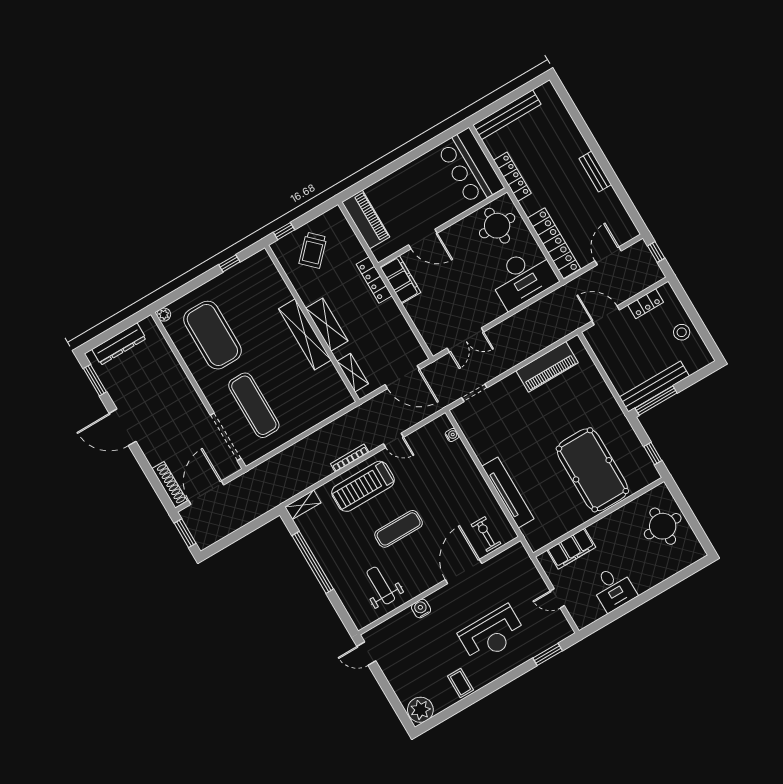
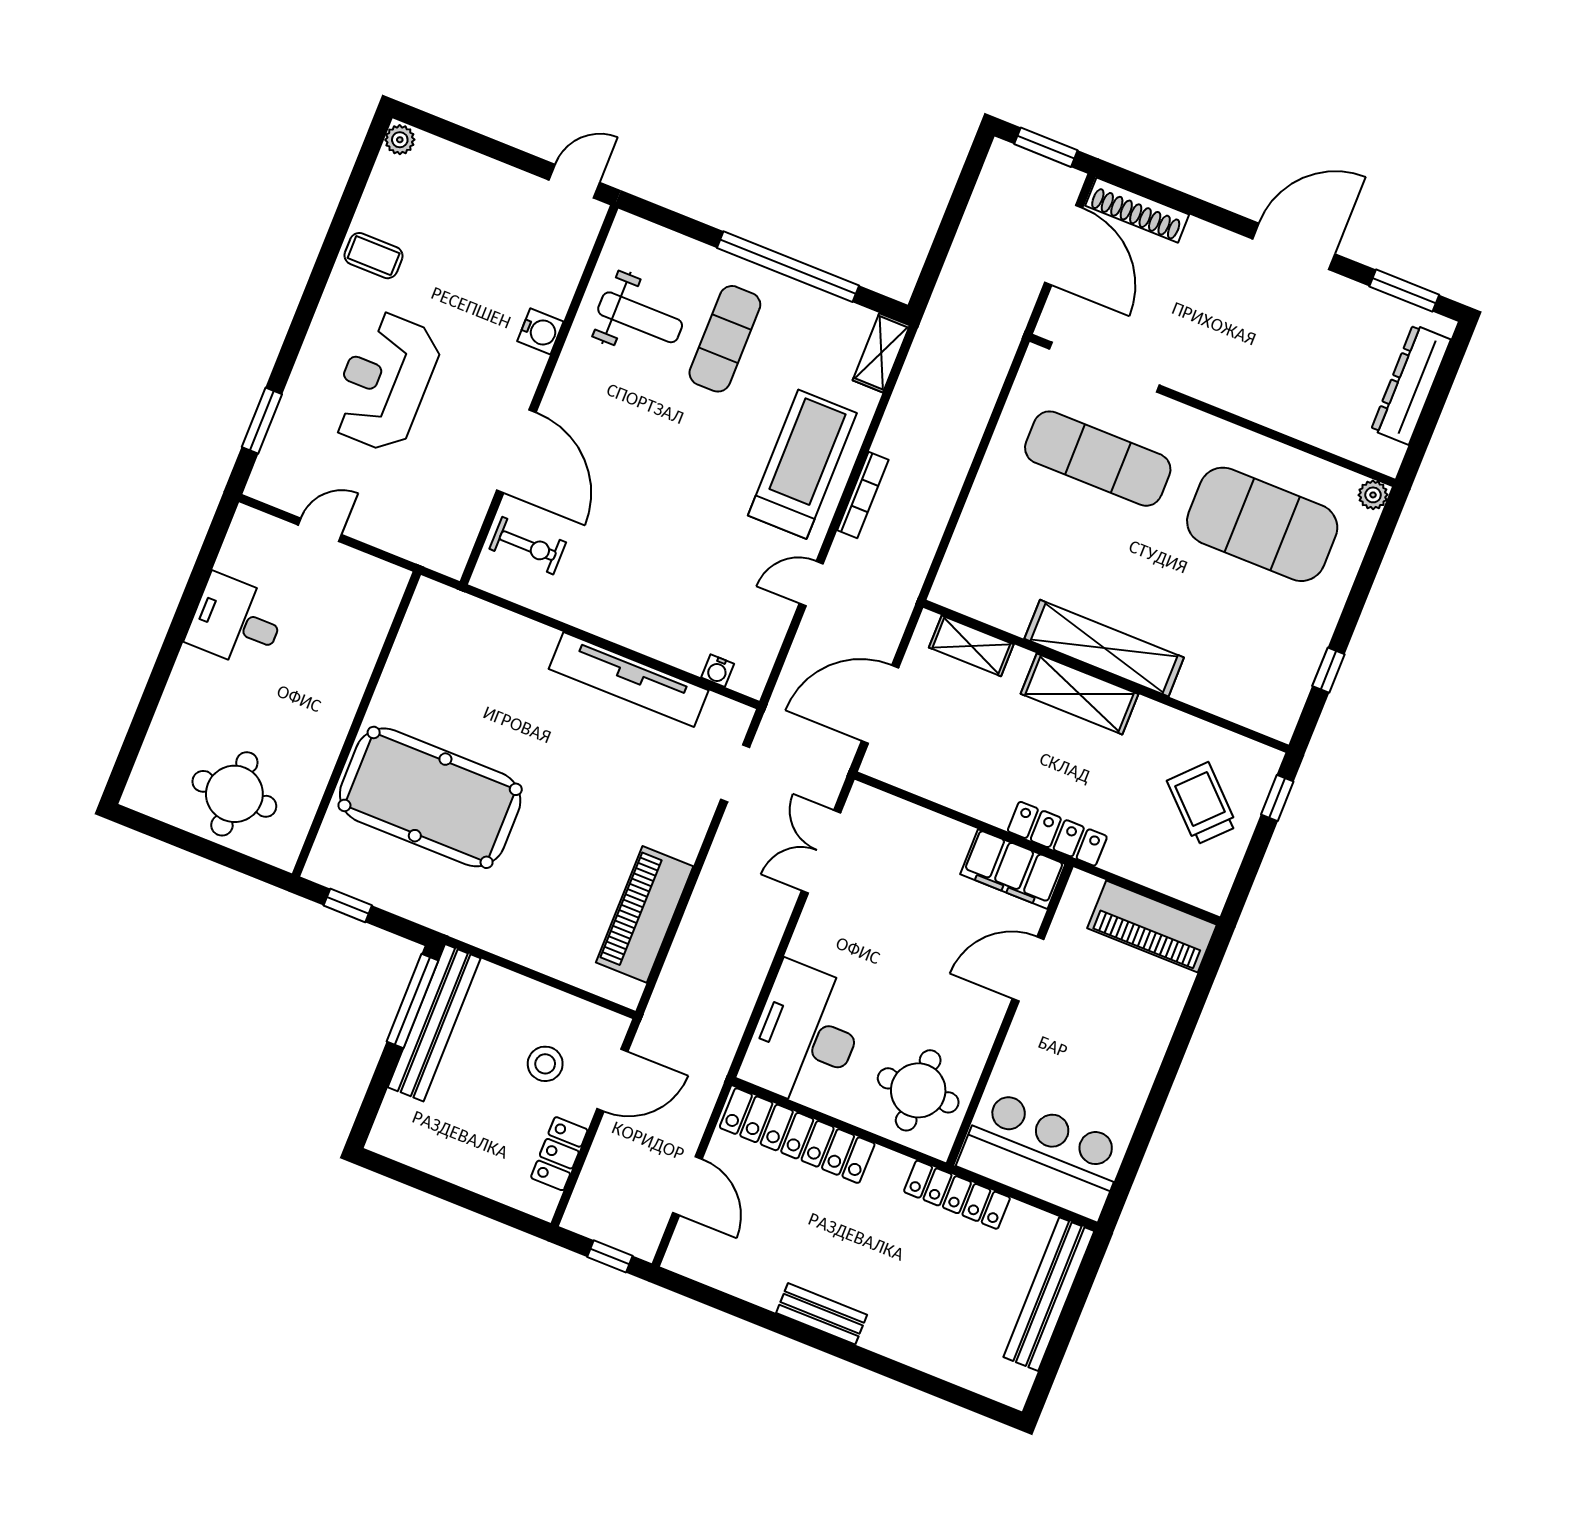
stool: (682, 332) -> (545, 1064), moved
tv unit: (508, 492) -> (629, 680), moved
exercise mat: (399, 529) -> (725, 339), moved
filing cabinet: (571, 549) -> (362, 634), removed
plant: (420, 710) -> (400, 140), width x0.53, depth x0.53

